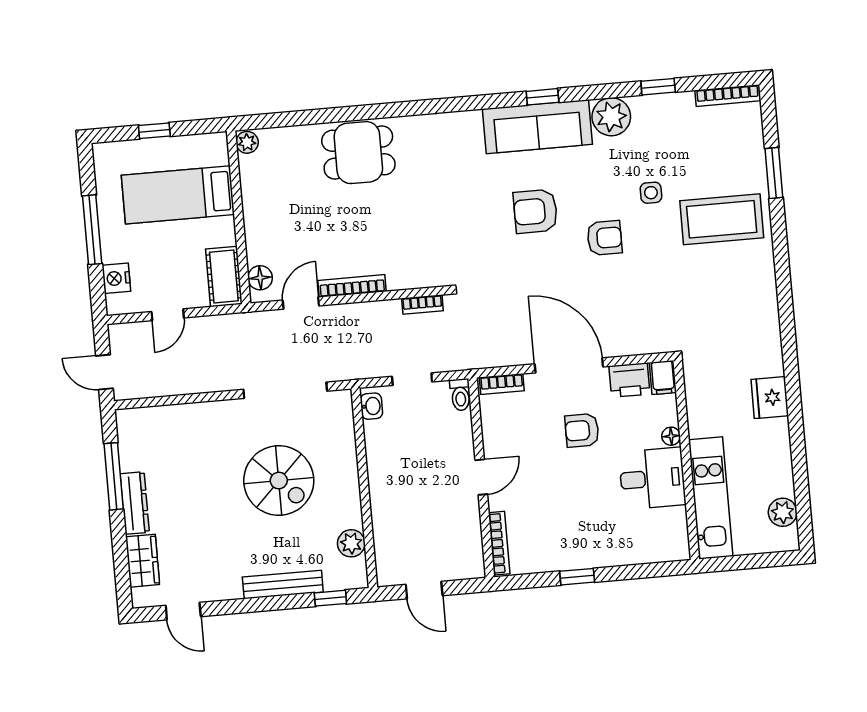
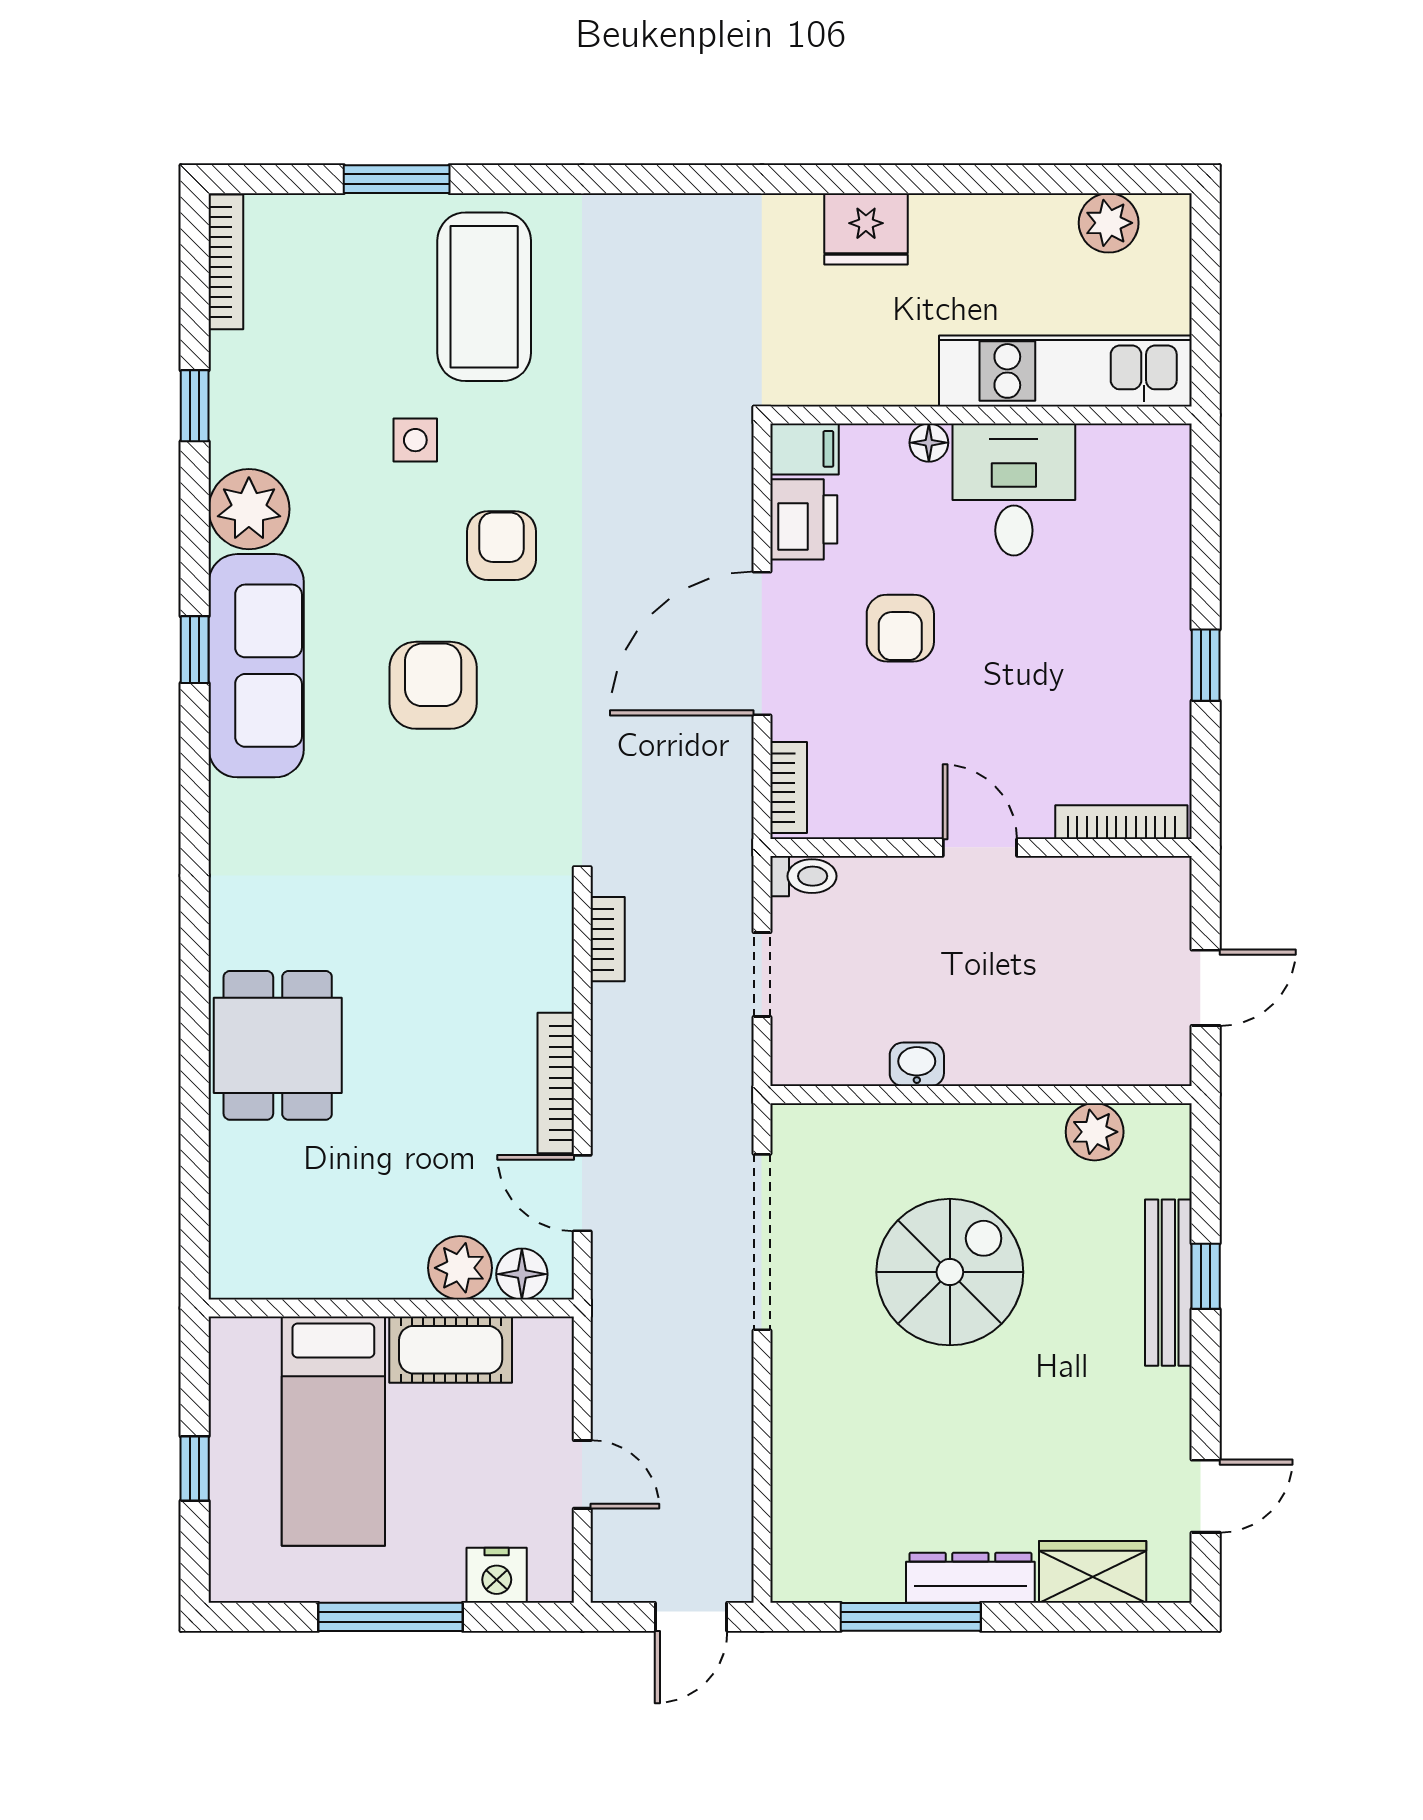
plant: (247, 142) -> (460, 1268), moved, width x1.38, depth x1.38
armchair: (535, 211) -> (433, 685), turned 180
cot: (224, 277) -> (451, 1350), moved
washbasin: (371, 406) -> (917, 1064), moved
window: (330, 598) -> (1206, 1276), moved

